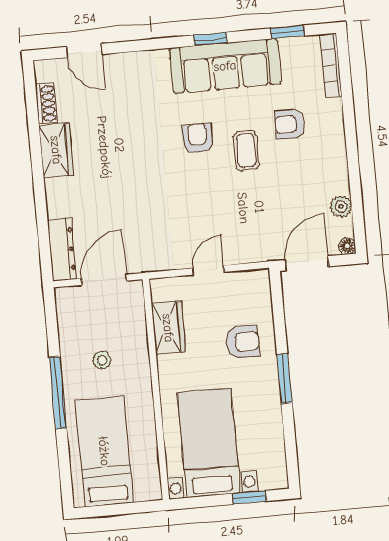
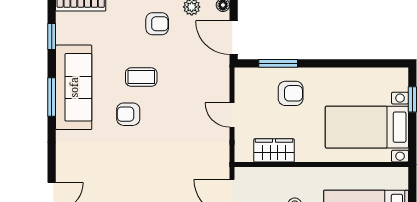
window: (210, 39) -> (52, 97), width x1.50
armchair: (289, 124) -> (157, 24), moved, turned -90
armchair: (243, 342) -> (291, 93), turned 90
window: (284, 379) -> (278, 63), moved

